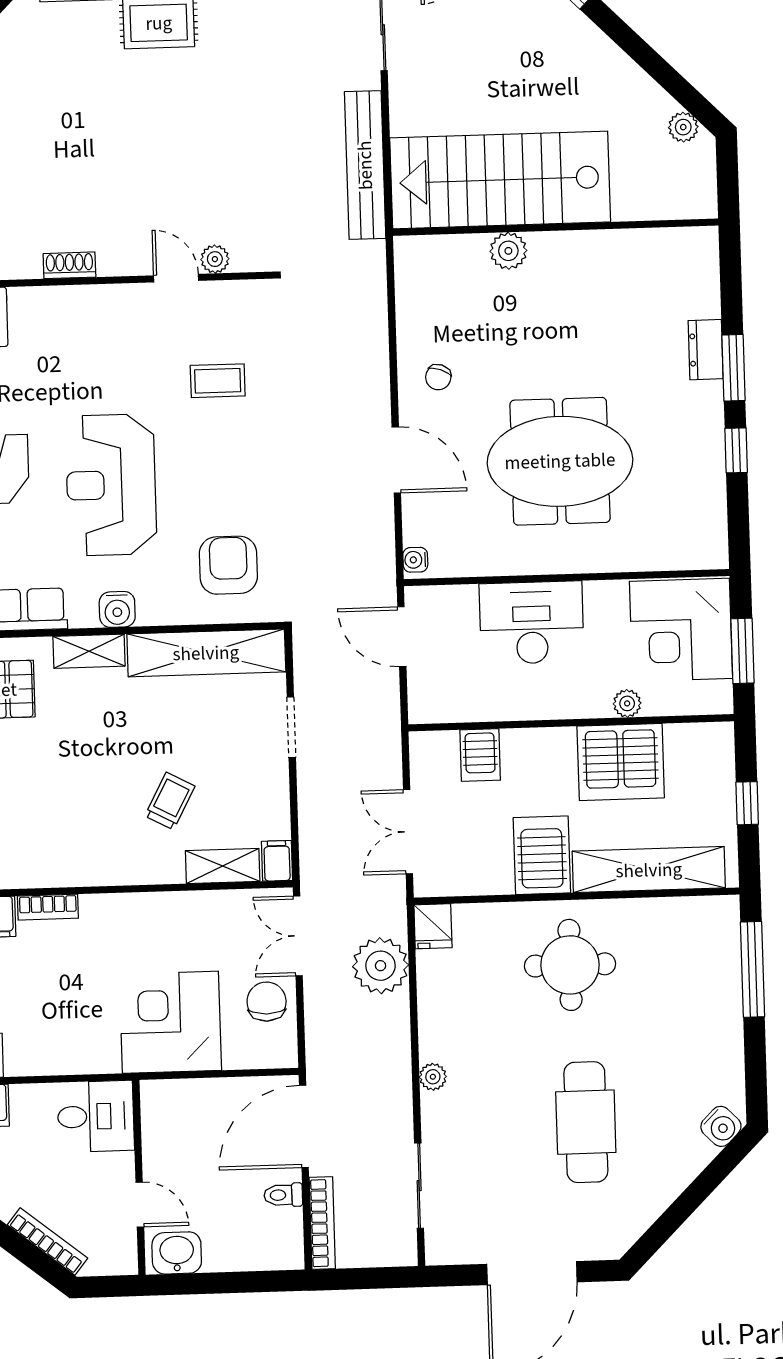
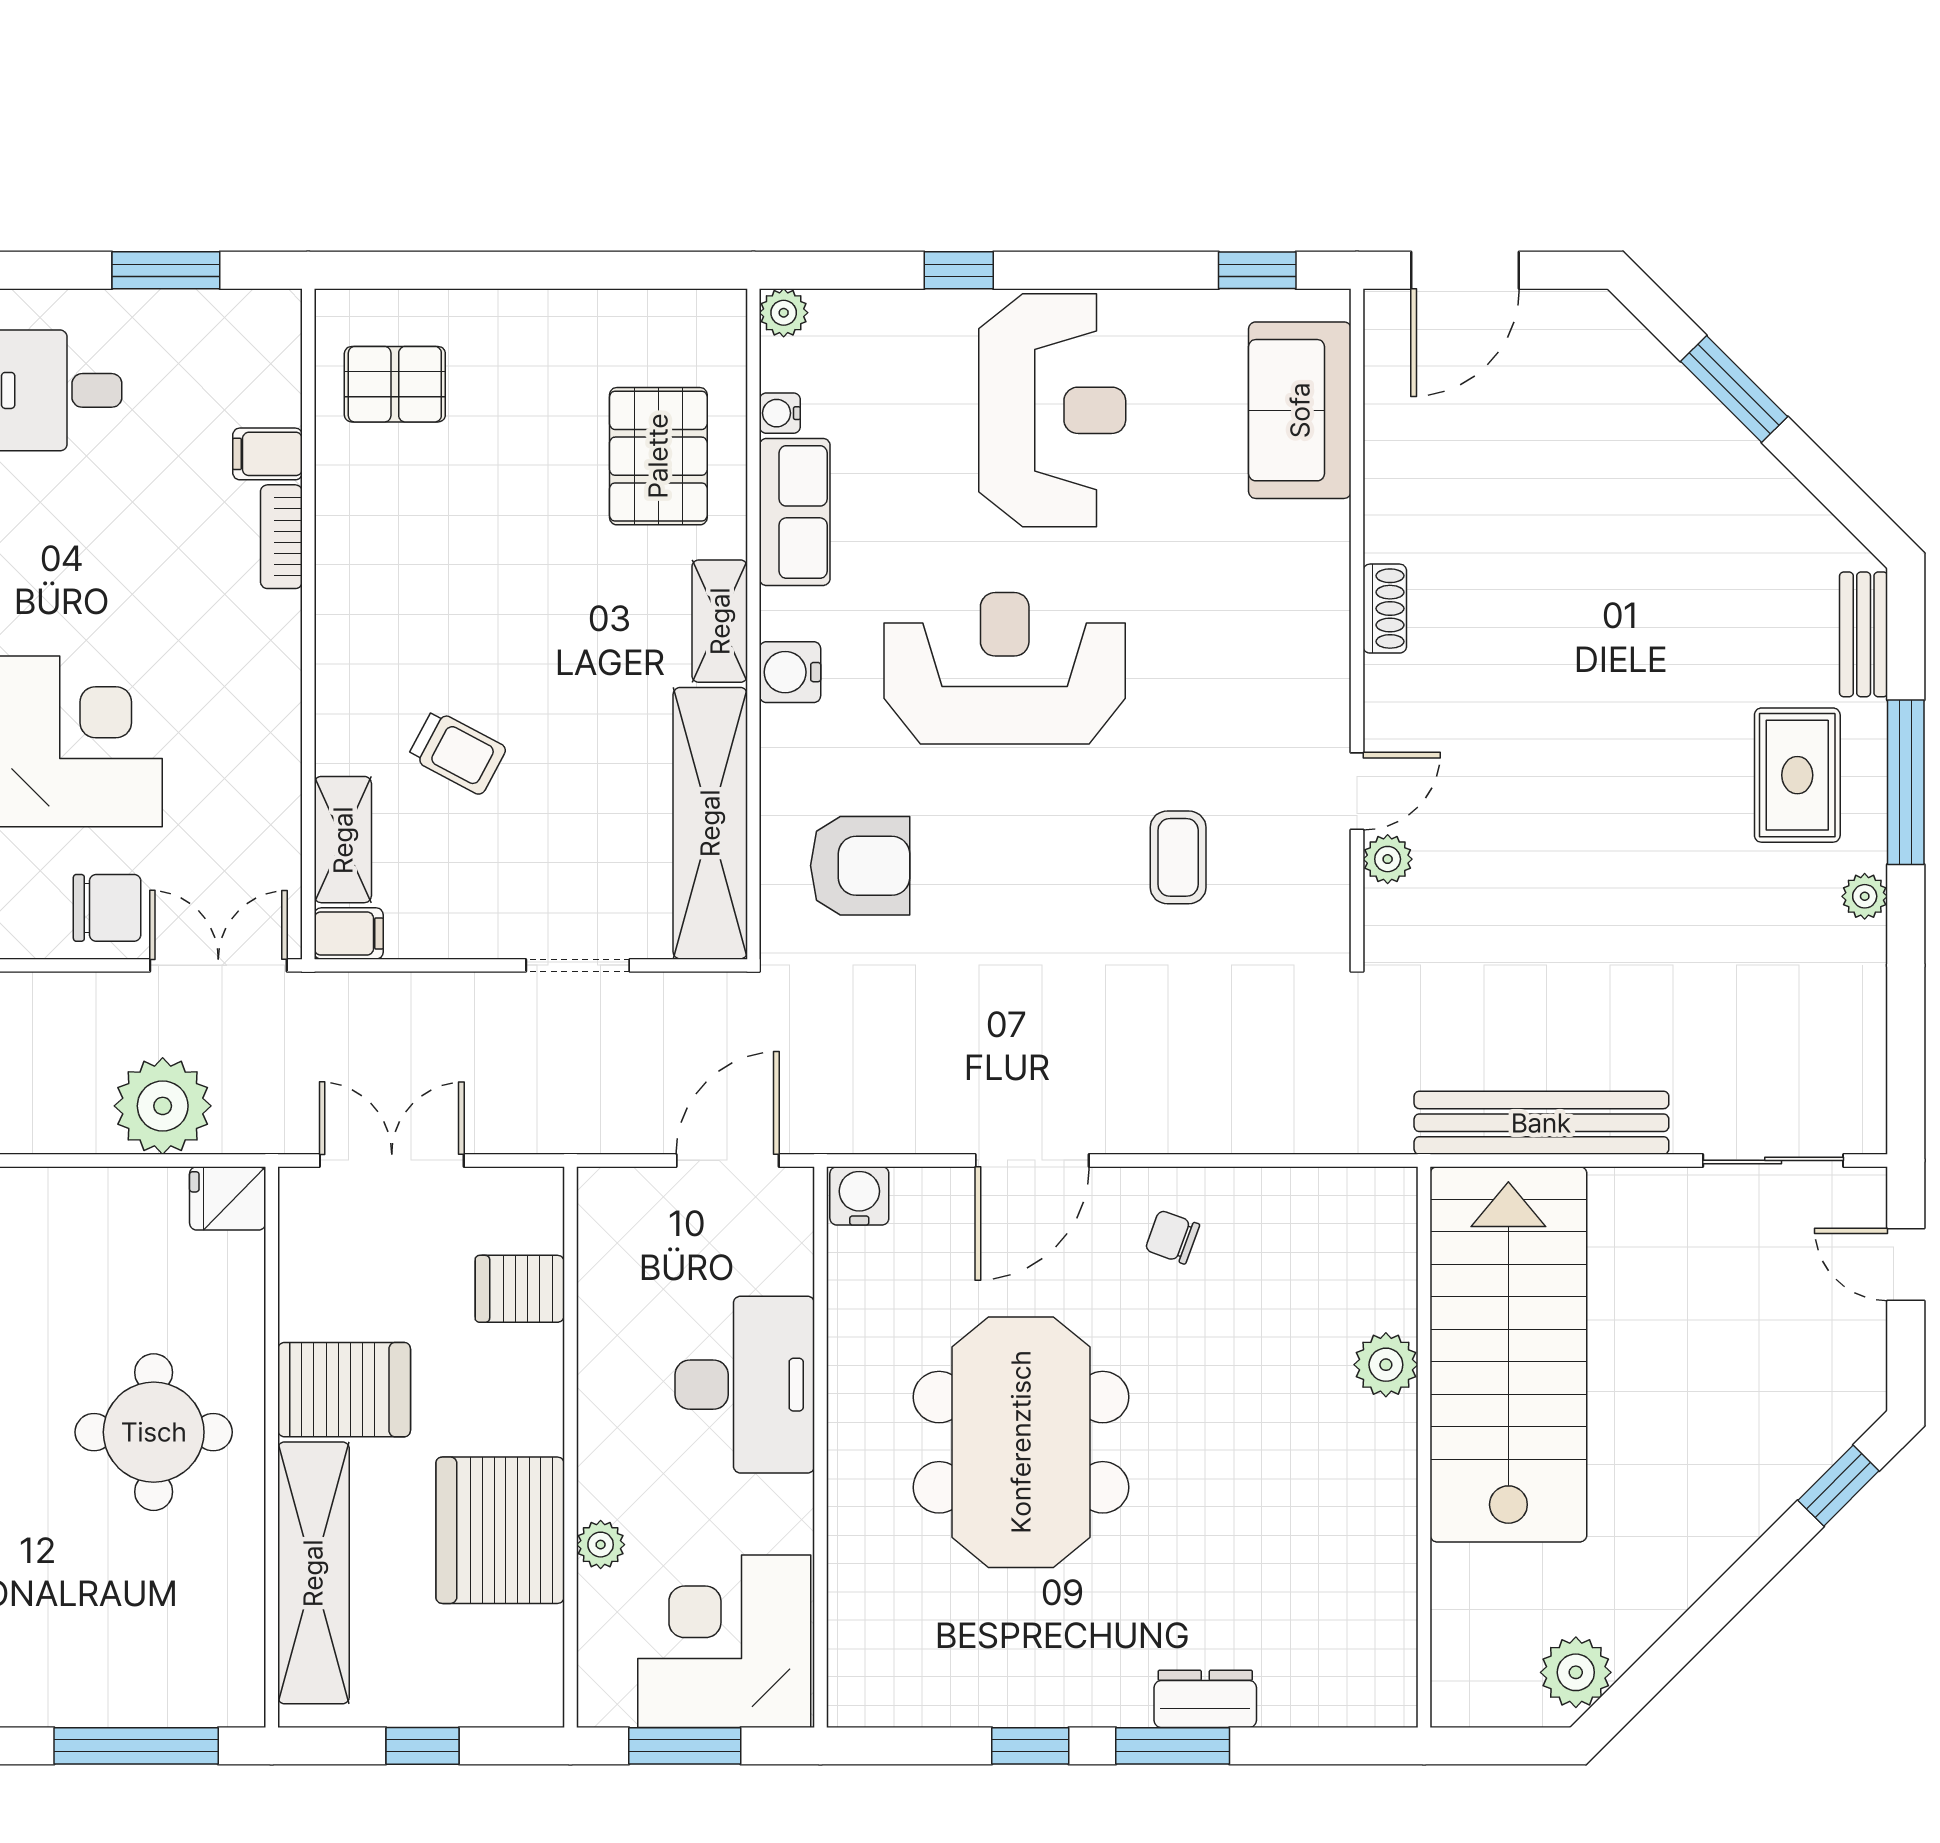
plant: (683, 127) -> (1576, 1672), width x1.38, depth x1.38
water cooler: (415, 560) -> (859, 1196), width x1.38, depth x1.38

